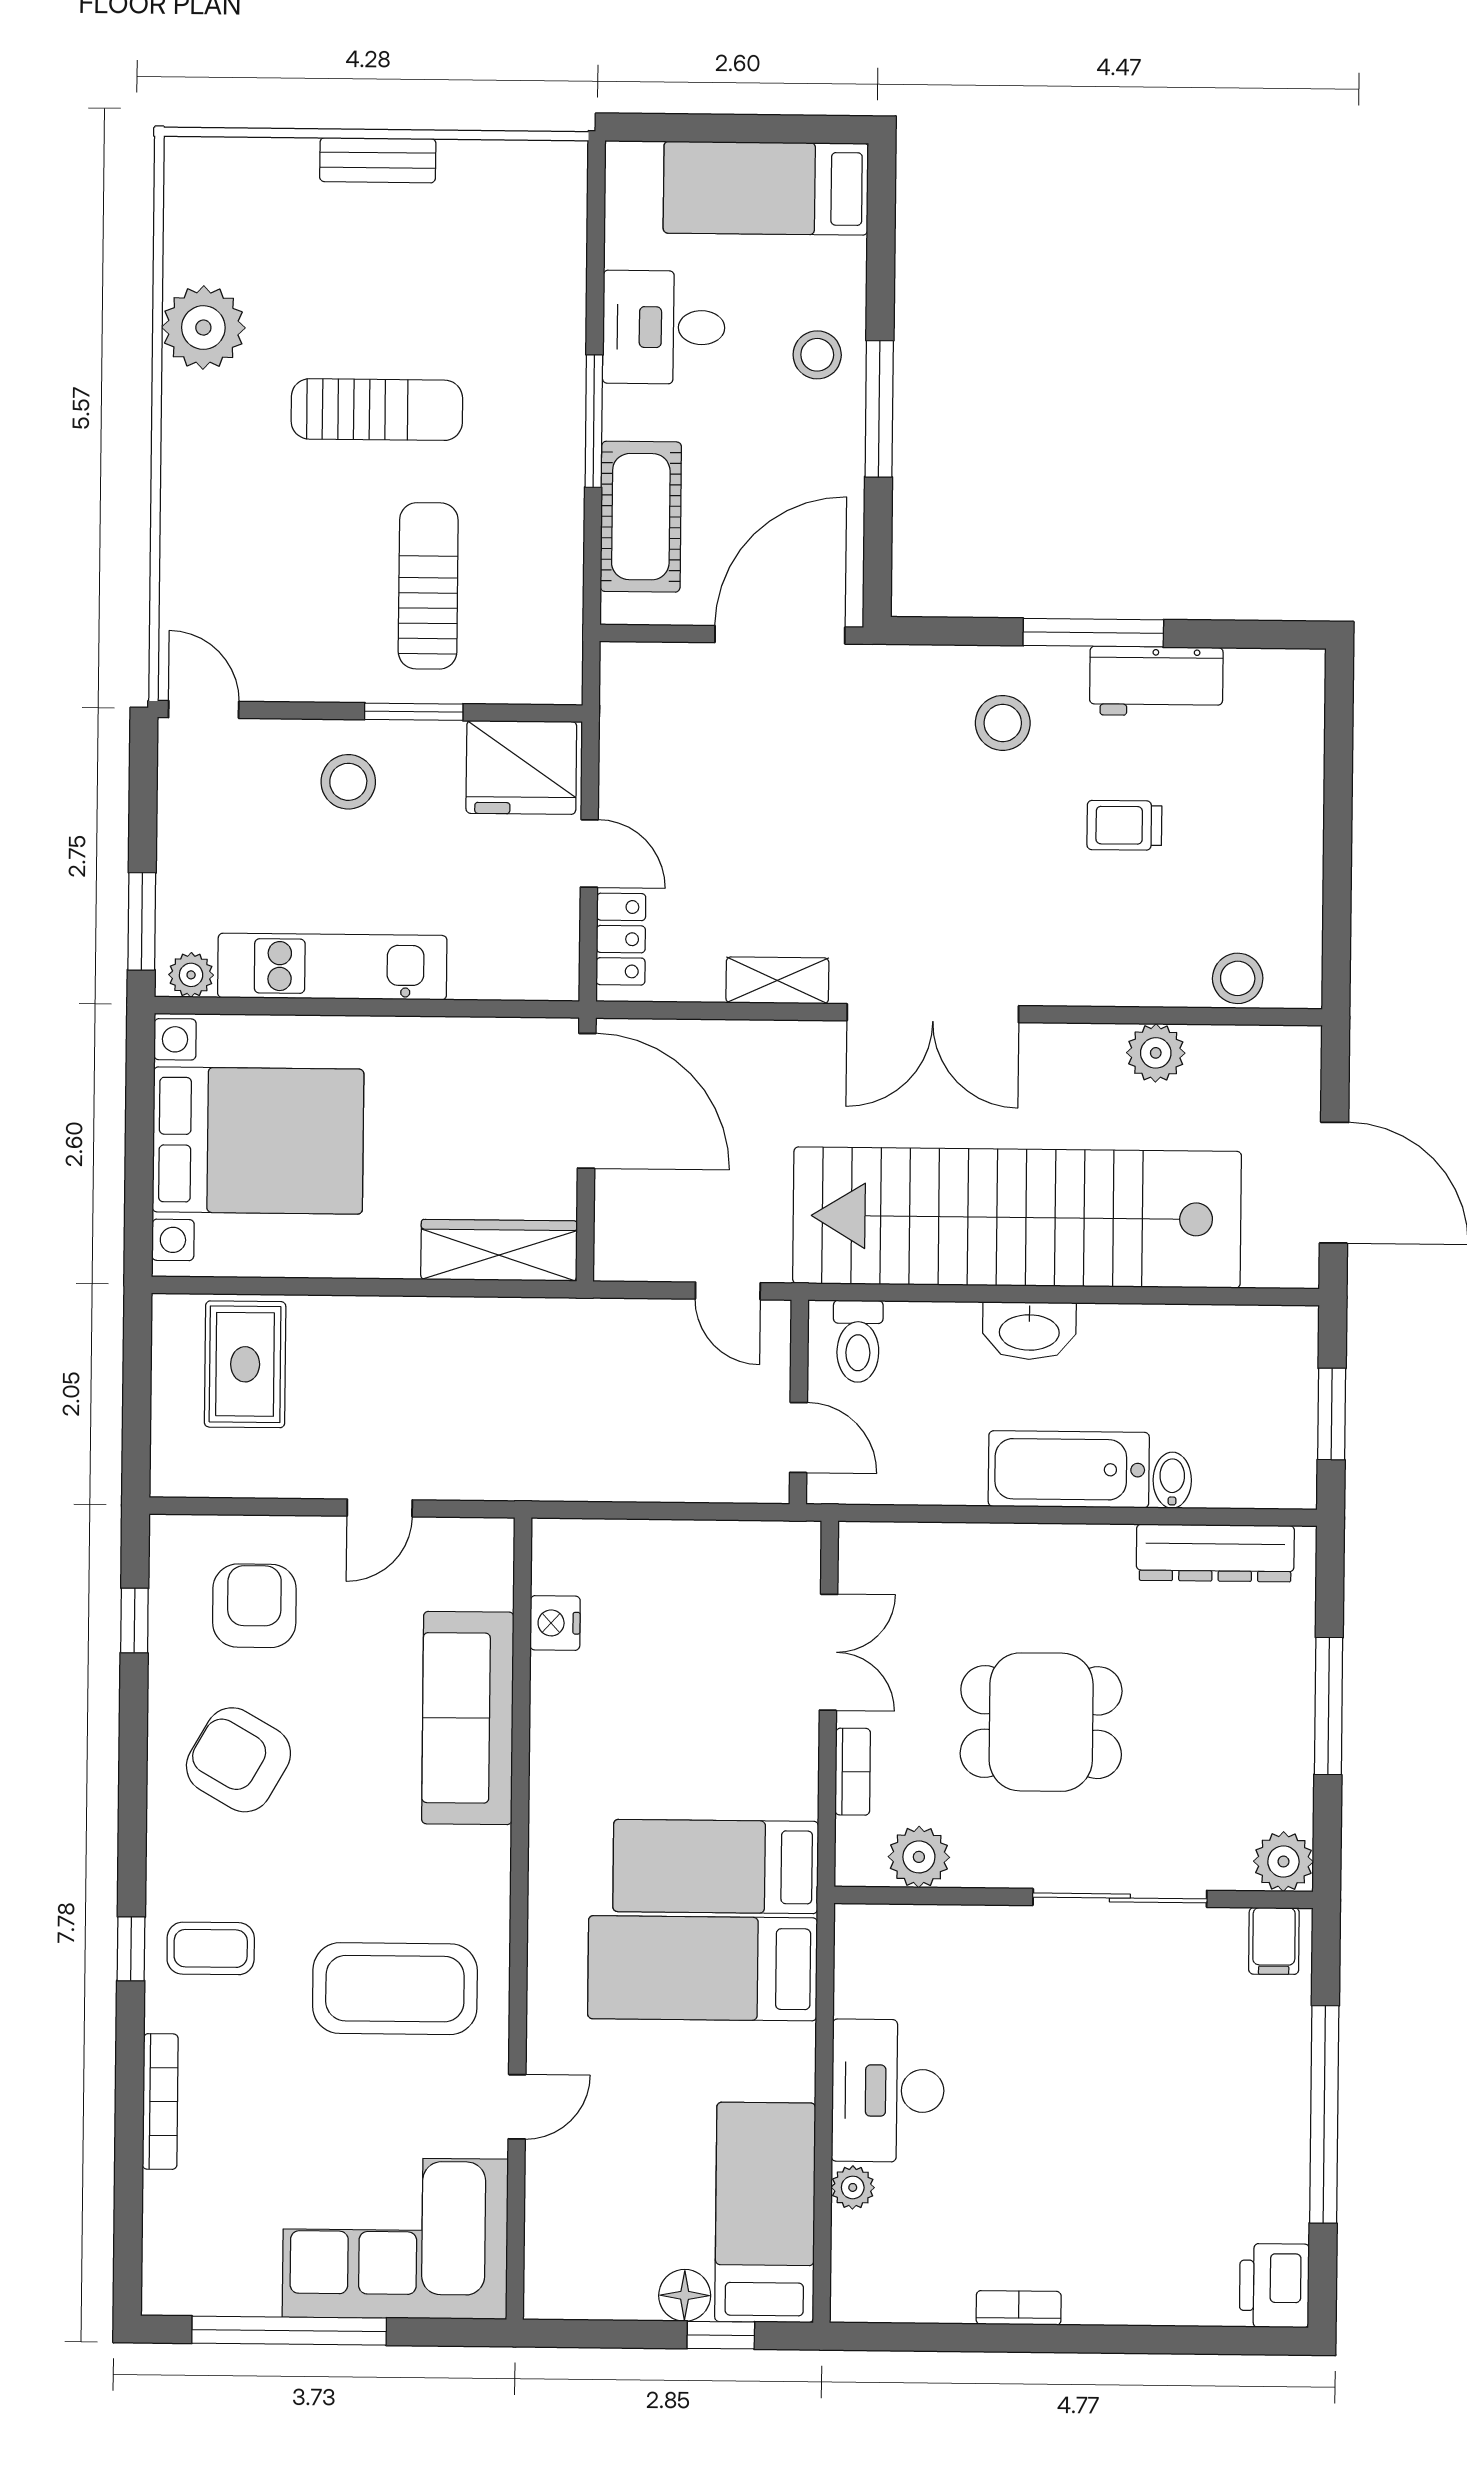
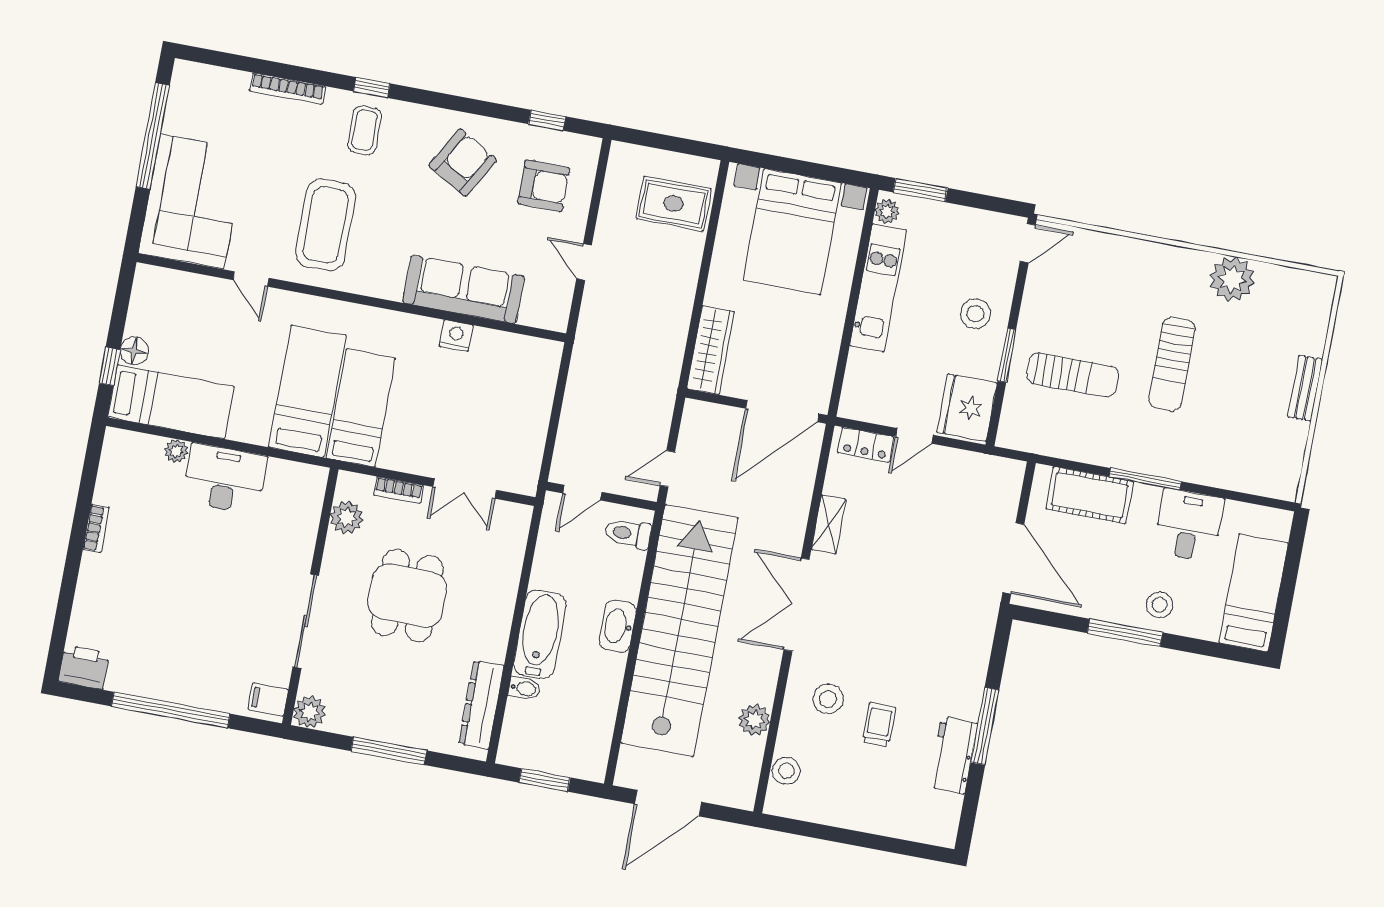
stool: (1003, 723) -> (828, 699), moved
nightstand: (555, 1623) -> (456, 336), moved

